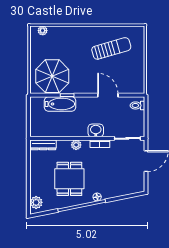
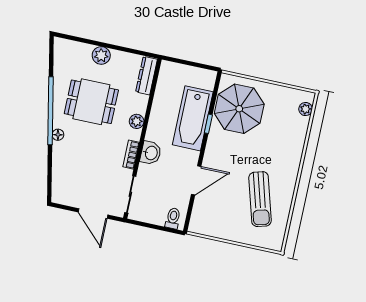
bathtub: (60, 104) -> (193, 118), width x1.36, depth x1.36
plant: (36, 202) -> (101, 55), moved

